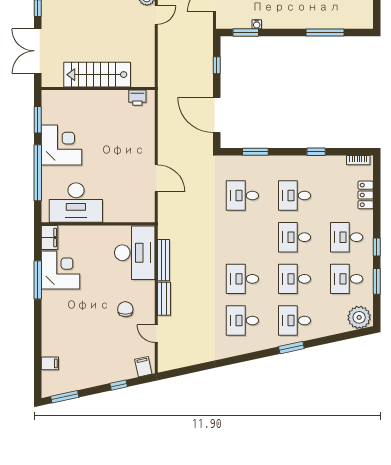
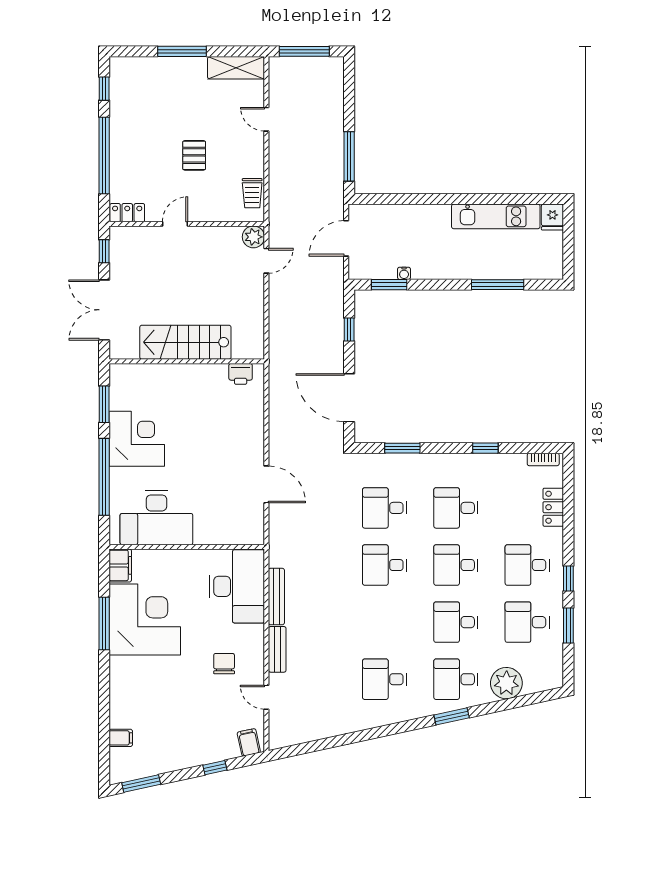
corner desk: (60, 270) -> (145, 619), width x1.36, depth x1.36
desk: (242, 279) -> (385, 565), moved
plant: (359, 317) -> (506, 683), moved

